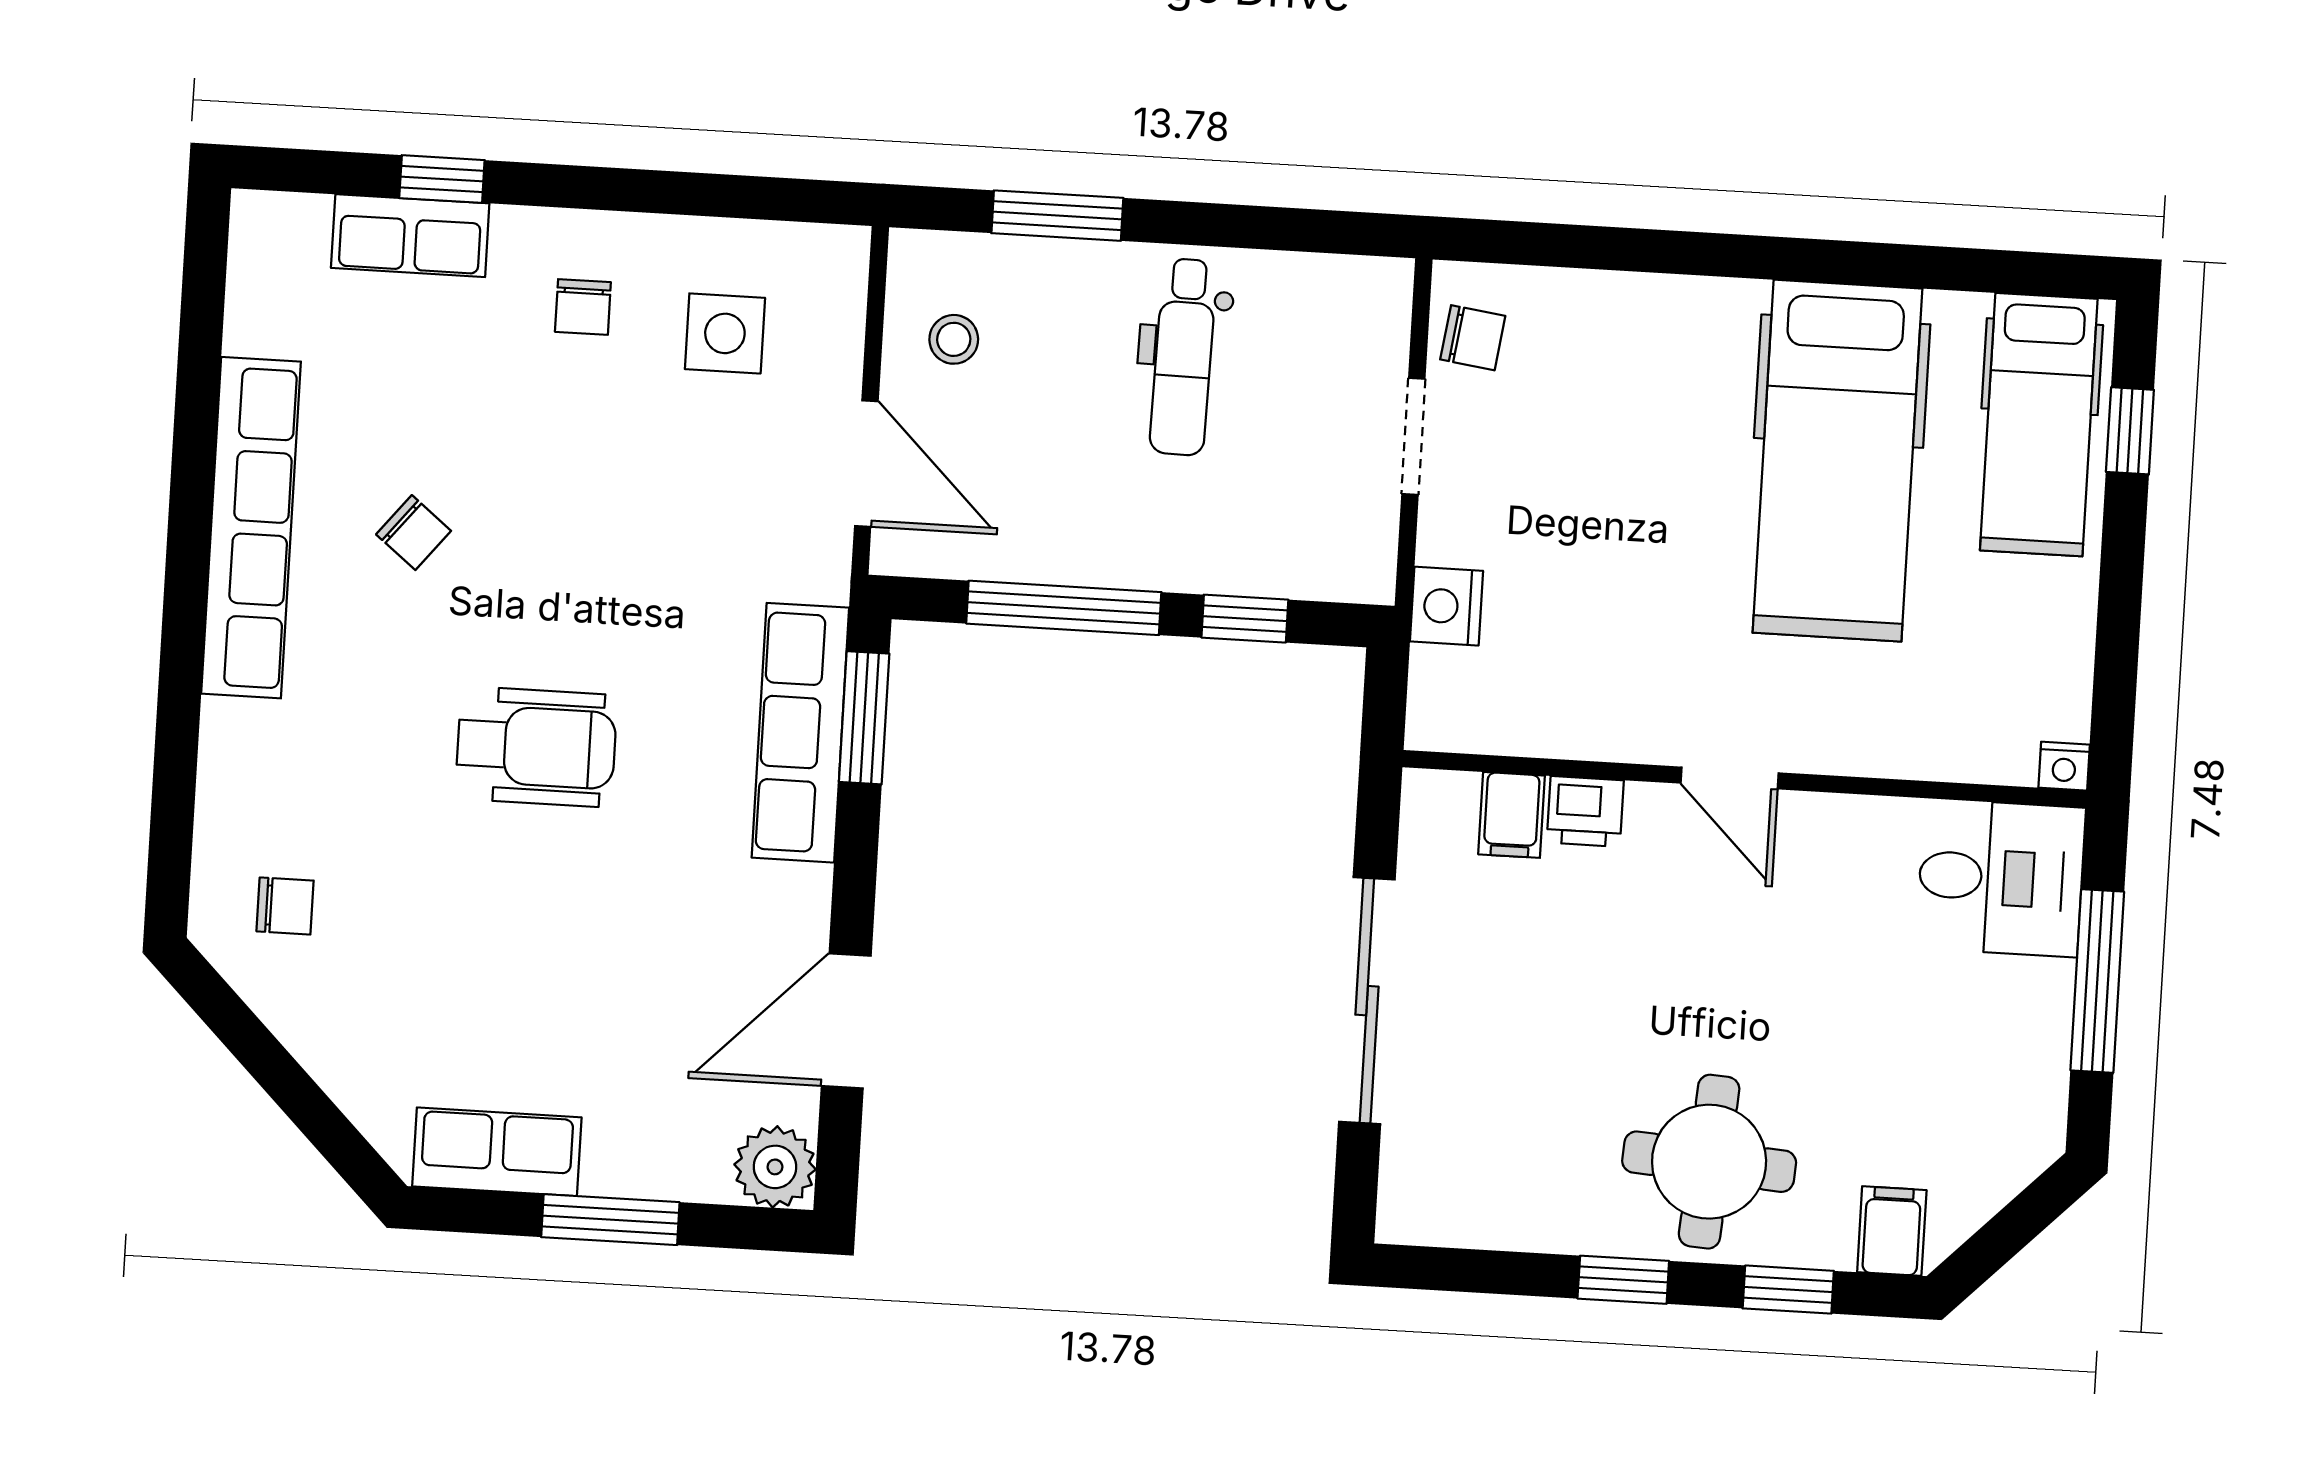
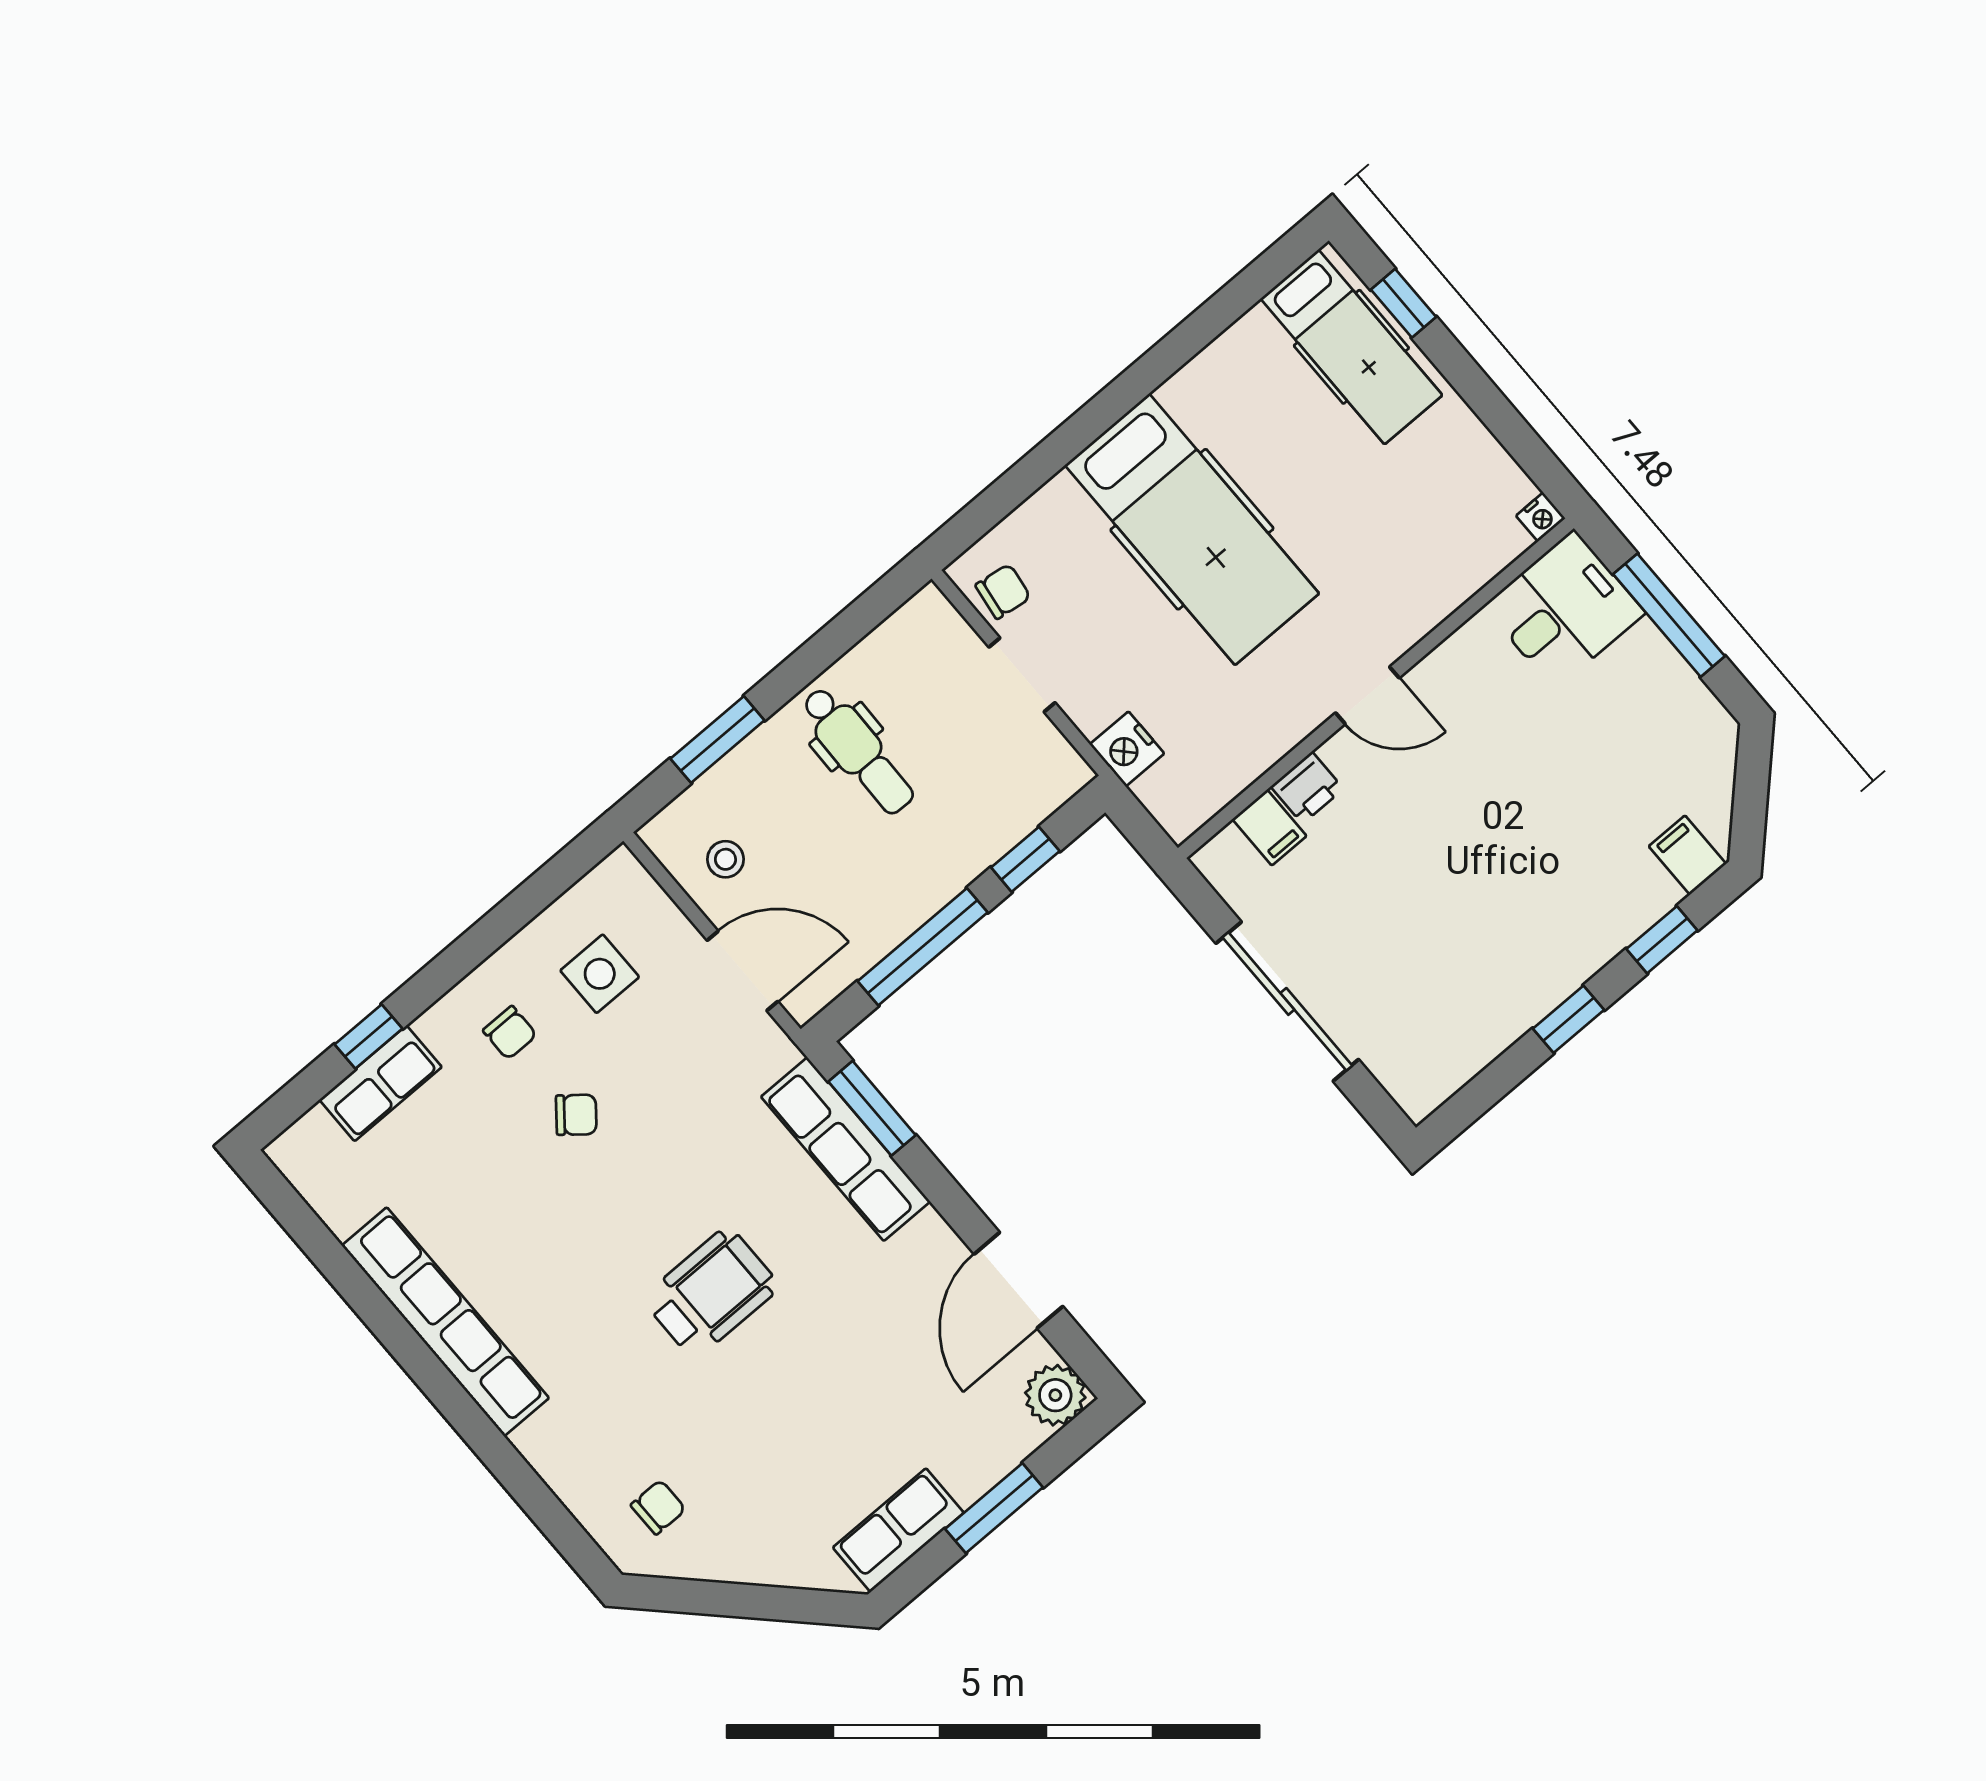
hospital bed: (1837, 461) -> (1192, 529), moved
chair: (414, 533) -> (576, 1115), moved
round table: (1709, 1162) -> (1554, 912), removed

